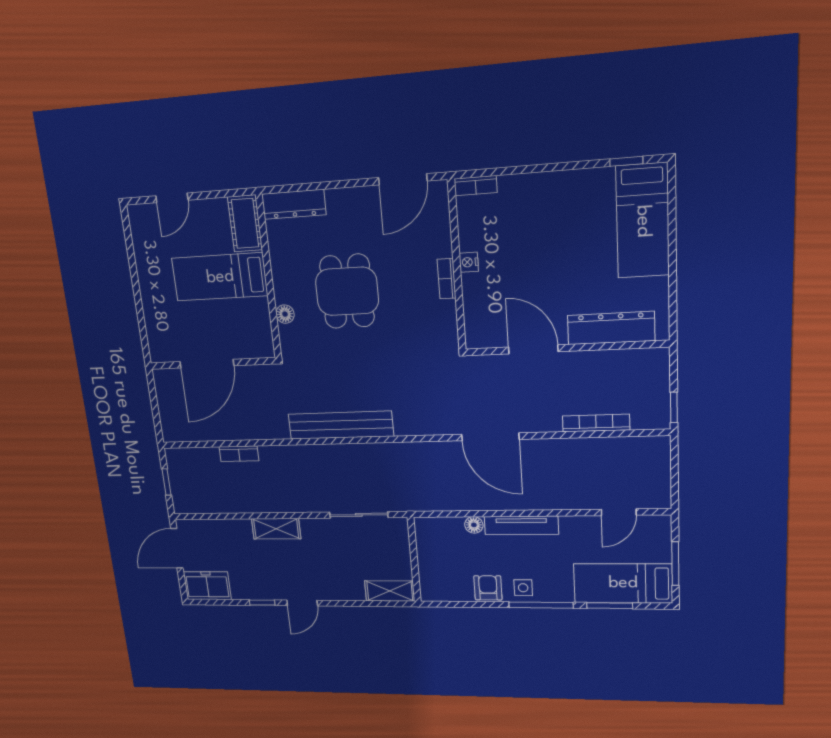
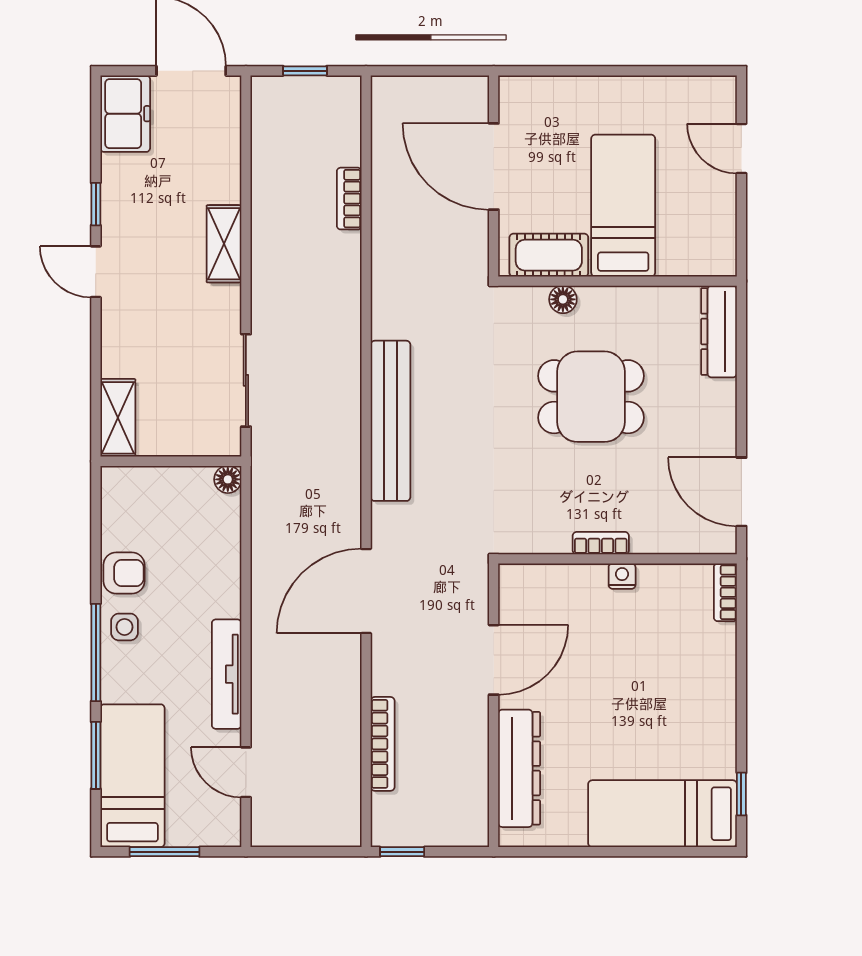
cot: (245, 223) -> (549, 255), moved
bench: (341, 425) -> (390, 421), moved
floor lamp: (474, 525) -> (228, 479), moved
tv unit: (521, 525) -> (227, 674), moved

